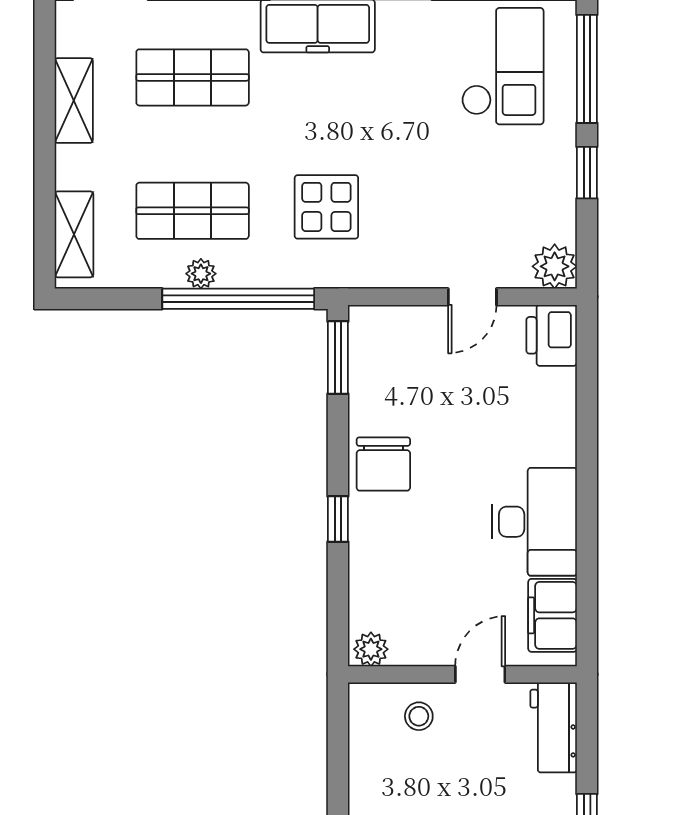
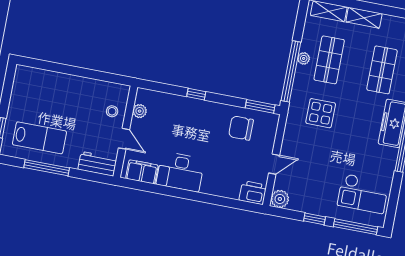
shelving: (74, 101) -> (364, 18), moved
door: (472, 297) -> (274, 164), swing flipped
chair: (383, 464) -> (241, 128), moved
plant: (371, 649) -> (140, 111), moved

